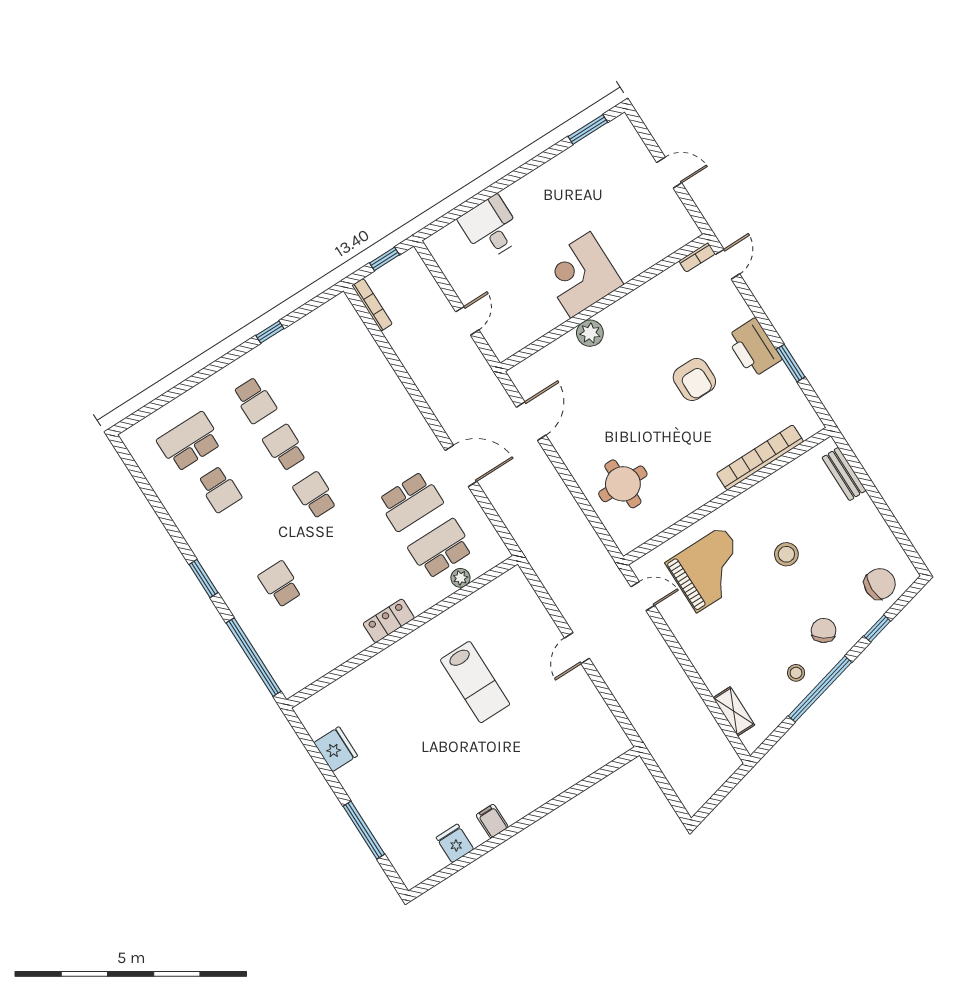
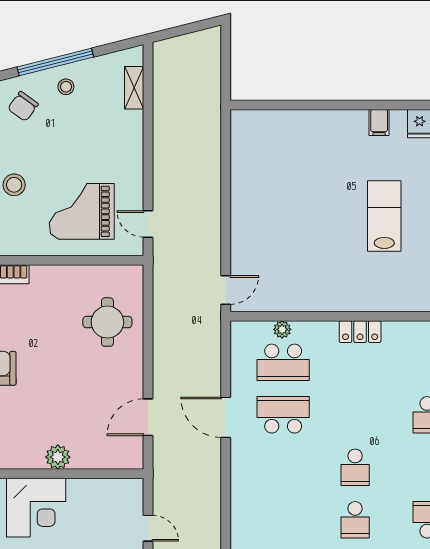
door: (467, 321) -> (148, 528), swing flipped
door: (577, 648) -> (226, 290), moved
lab bench: (475, 682) -> (384, 216), moved

